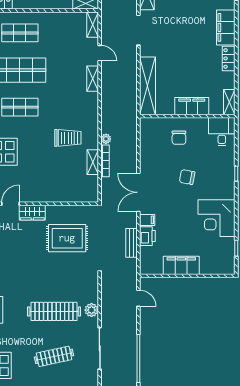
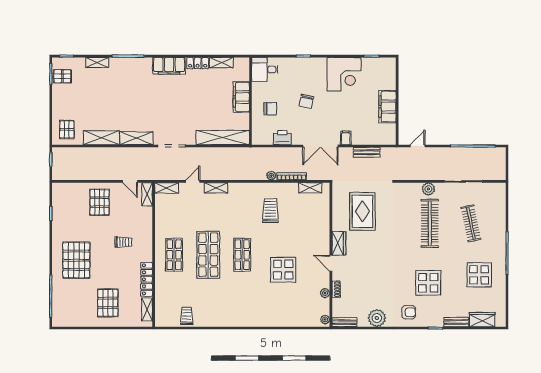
shelving: (229, 102) -> (222, 63), moved
shelving: (93, 162) -> (310, 188), moved
printer: (147, 236) -> (282, 138), moved

